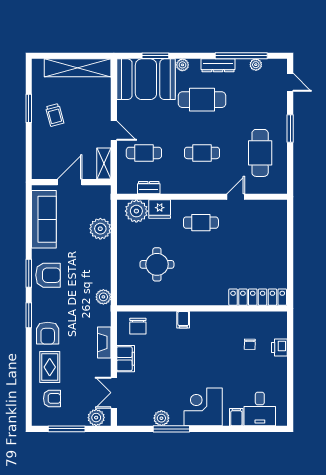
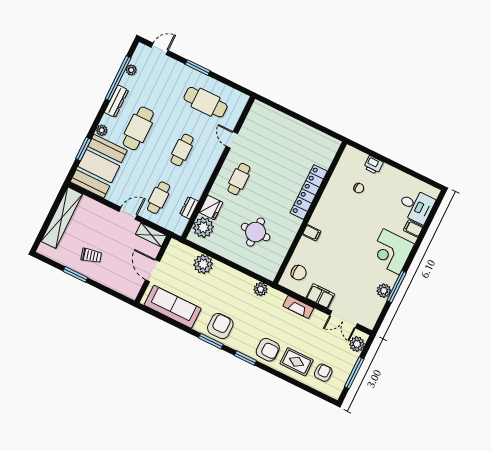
locker: (258, 297) -> (309, 192), moved

